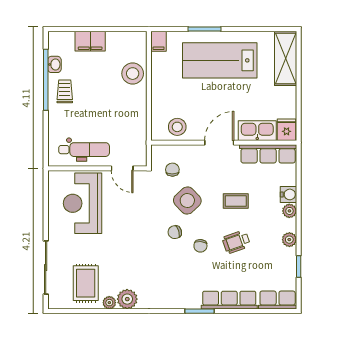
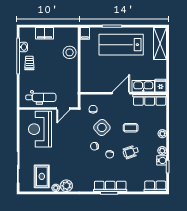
stool: (177, 127) -> (96, 84), removed
door: (122, 168) -> (63, 108), hinge flipped
water cooler: (288, 194) -> (162, 160), moved
row of seats: (229, 300) -> (110, 186), moved

